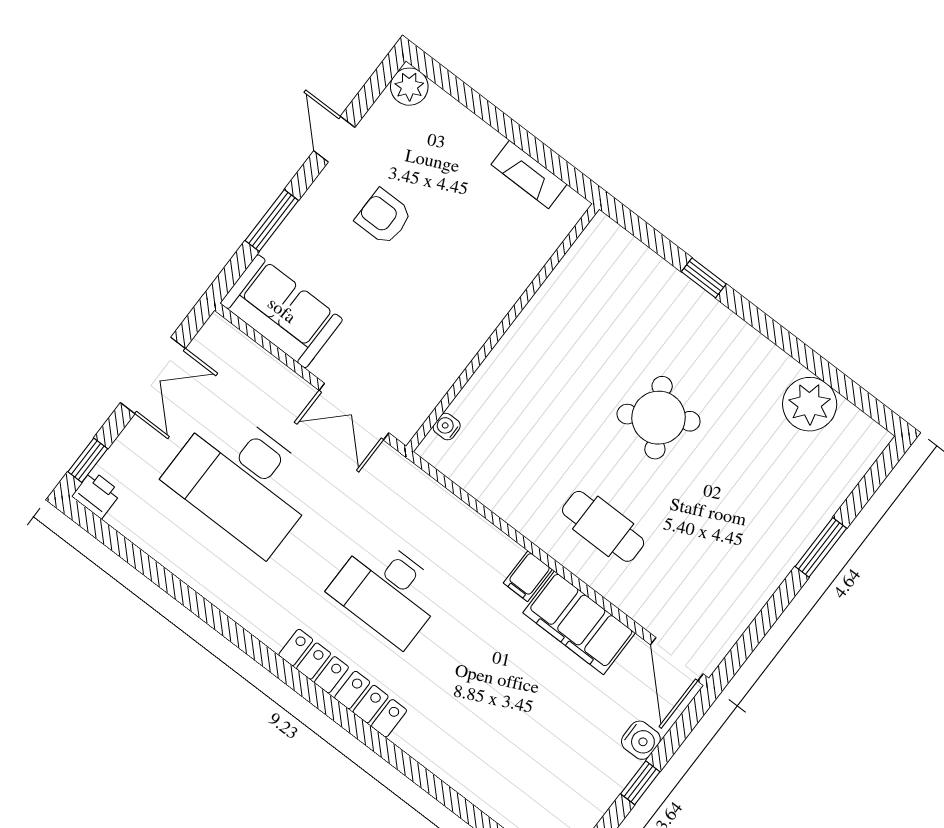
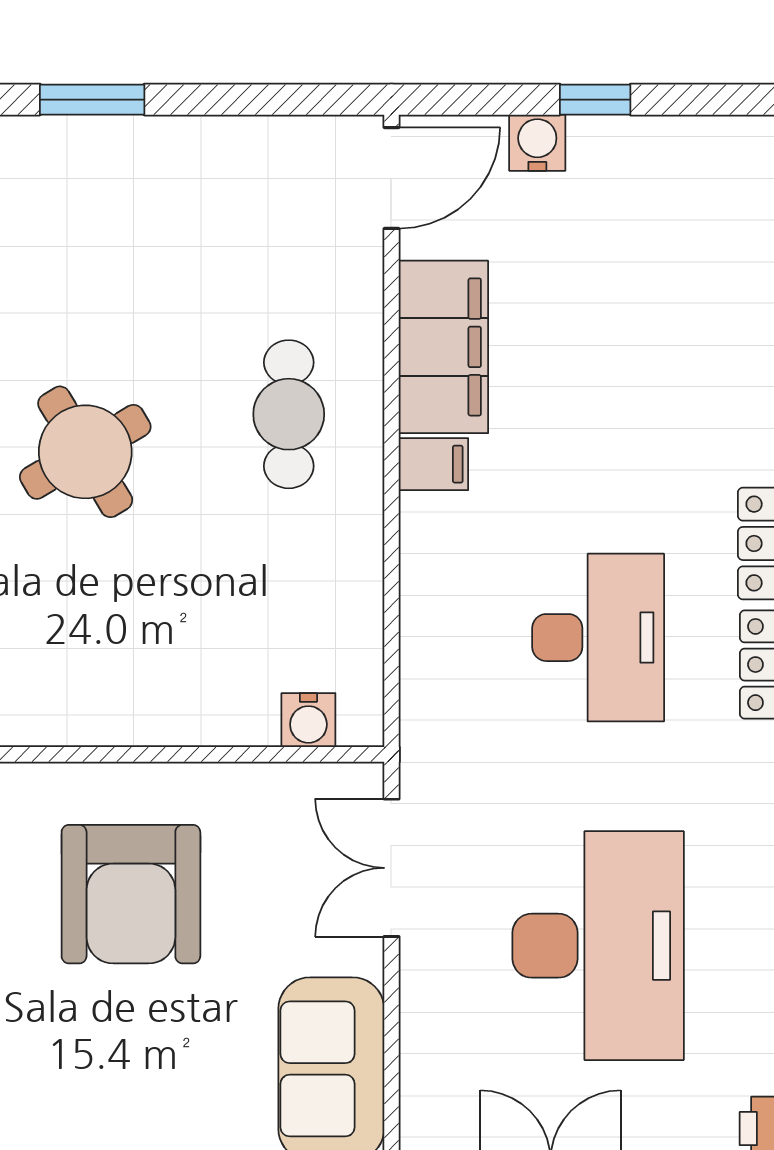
armchair: (384, 217) -> (131, 894), moved, width x1.88, depth x1.88
double door: (354, 412) -> (391, 868), swing flipped
water cooler: (447, 427) -> (308, 720), width x1.38, depth x1.38

